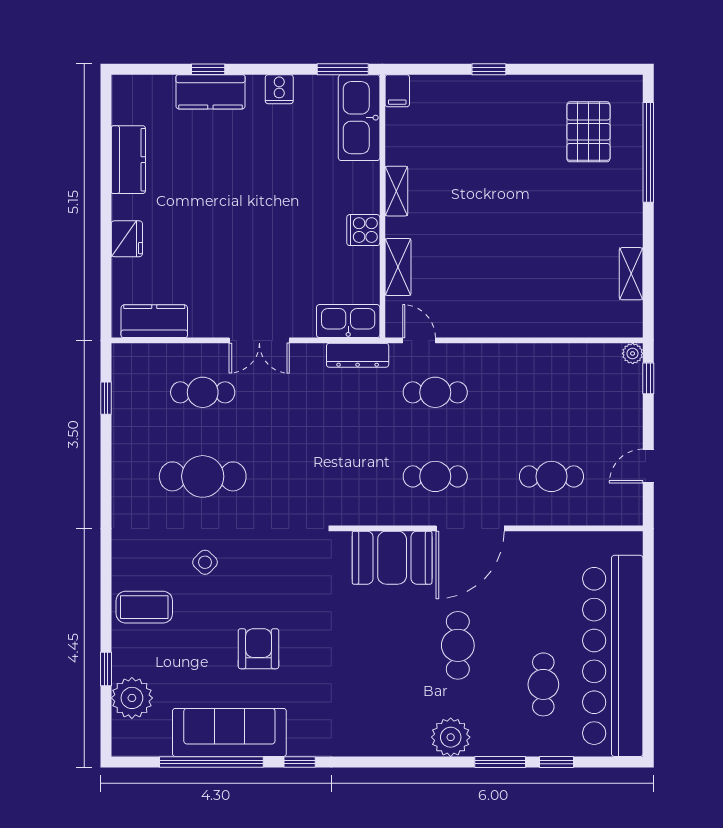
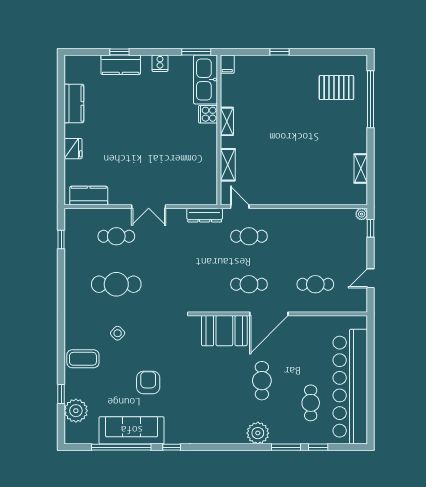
pallet: (588, 132) -> (336, 88), turned 90
cooker: (363, 230) -> (208, 114), moved
kitchen sink: (348, 321) -> (199, 196), removed

